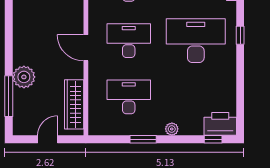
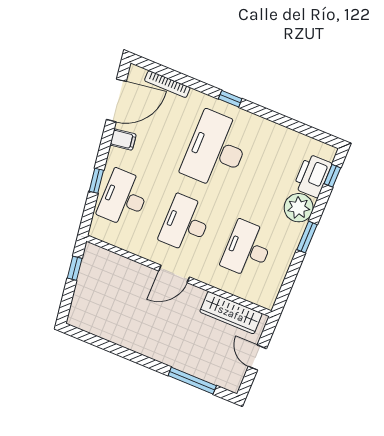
plant: (24, 77) -> (178, 355), removed
printer: (220, 124) -> (313, 176), moved
plant: (172, 129) -> (299, 208), width x1.87, depth x1.87
window: (143, 139) -> (307, 237), moved

